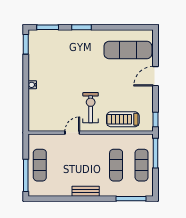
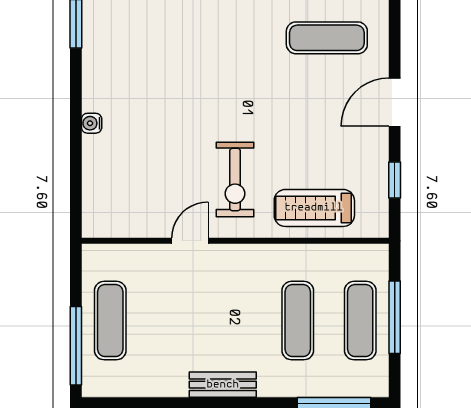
exercise mat: (128, 50) -> (327, 38), width x0.73, depth x0.69
exercise bike: (91, 108) -> (235, 180), turned 180
window: (156, 119) -> (395, 180), moved
window: (156, 153) -> (395, 317), moved

